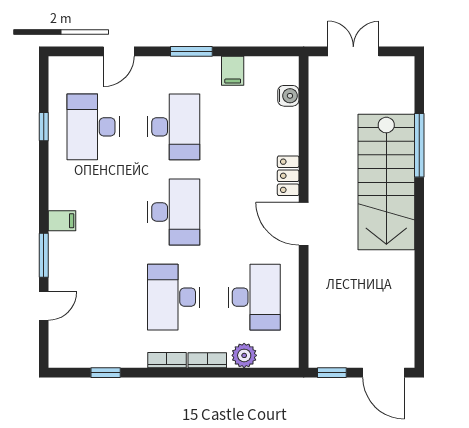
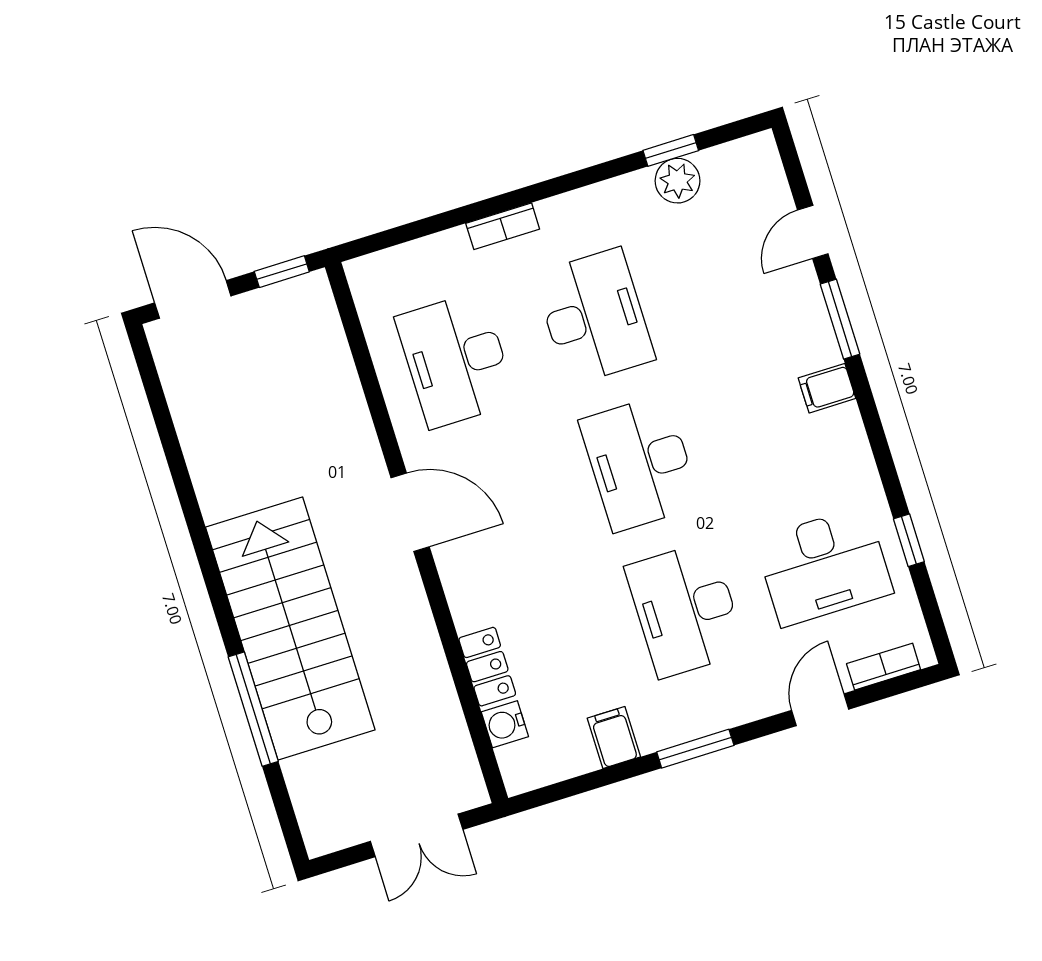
desk: (93, 127) -> (824, 566), turned 90
locker: (288, 176) -> (487, 667), moved
plant: (244, 355) -> (678, 181), moved
bookcase: (167, 360) -> (884, 667), moved, turned 180

